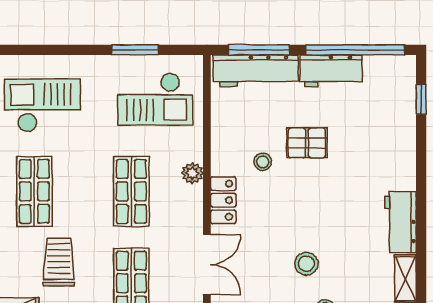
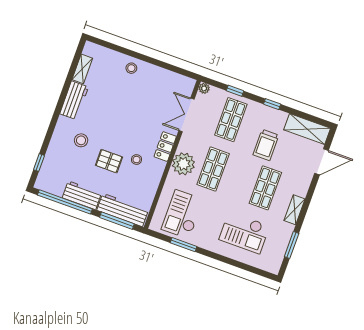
checkout: (155, 99) -> (182, 214), turned -90
plant: (192, 173) -> (183, 164), width x1.88, depth x1.88
stool: (306, 264) -> (81, 140), moved

